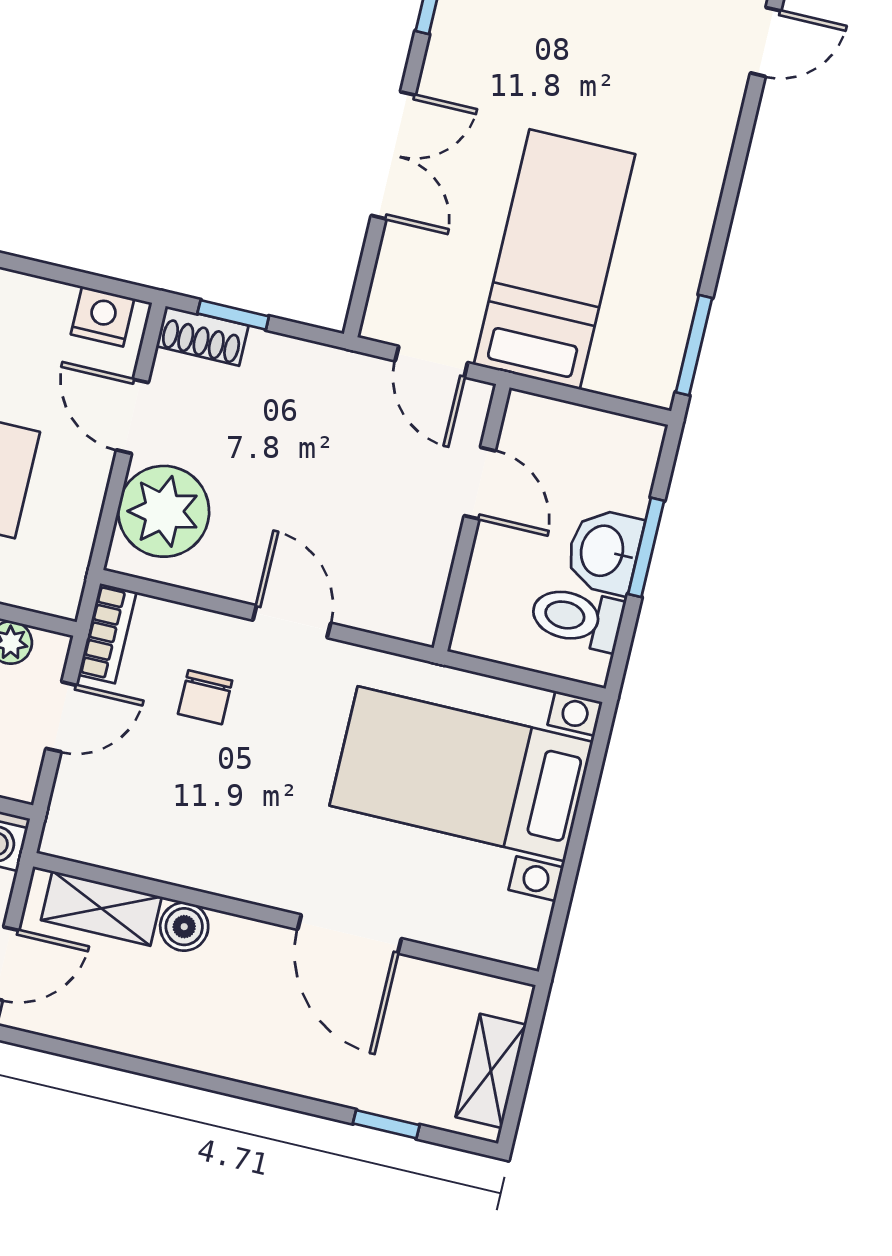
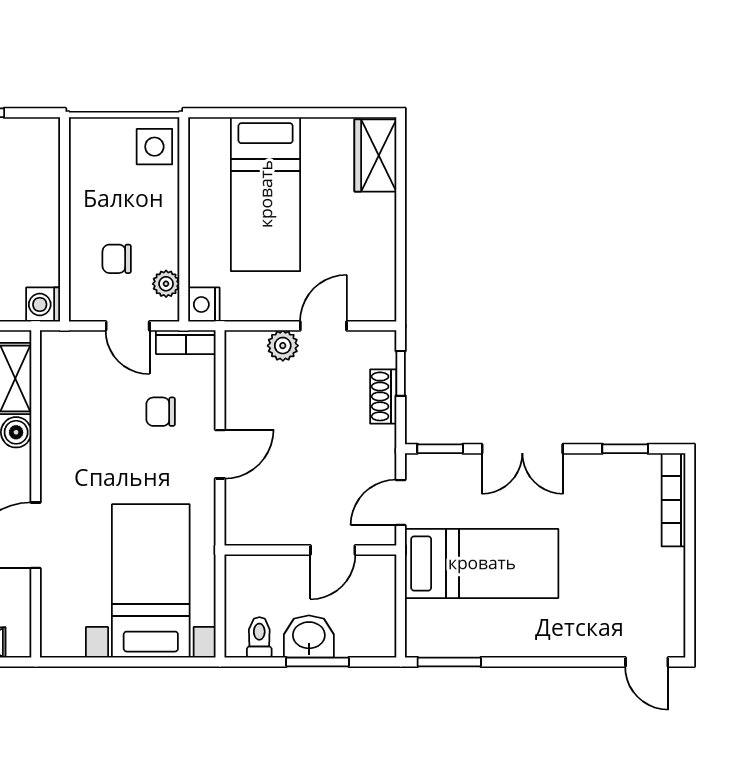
window: (363, 282) -> (440, 449), added
nightstand: (103, 316) -> (204, 305), moved, turned 180
shoe rack: (202, 336) -> (383, 396), moved
plant: (164, 511) -> (283, 346), width x0.53, depth x0.53
toilet: (577, 618) -> (259, 637), width x0.73, depth x0.72

